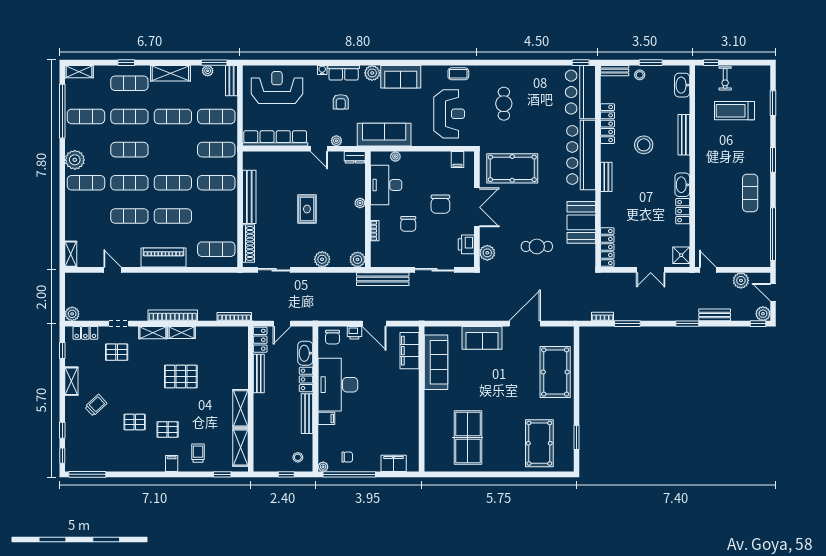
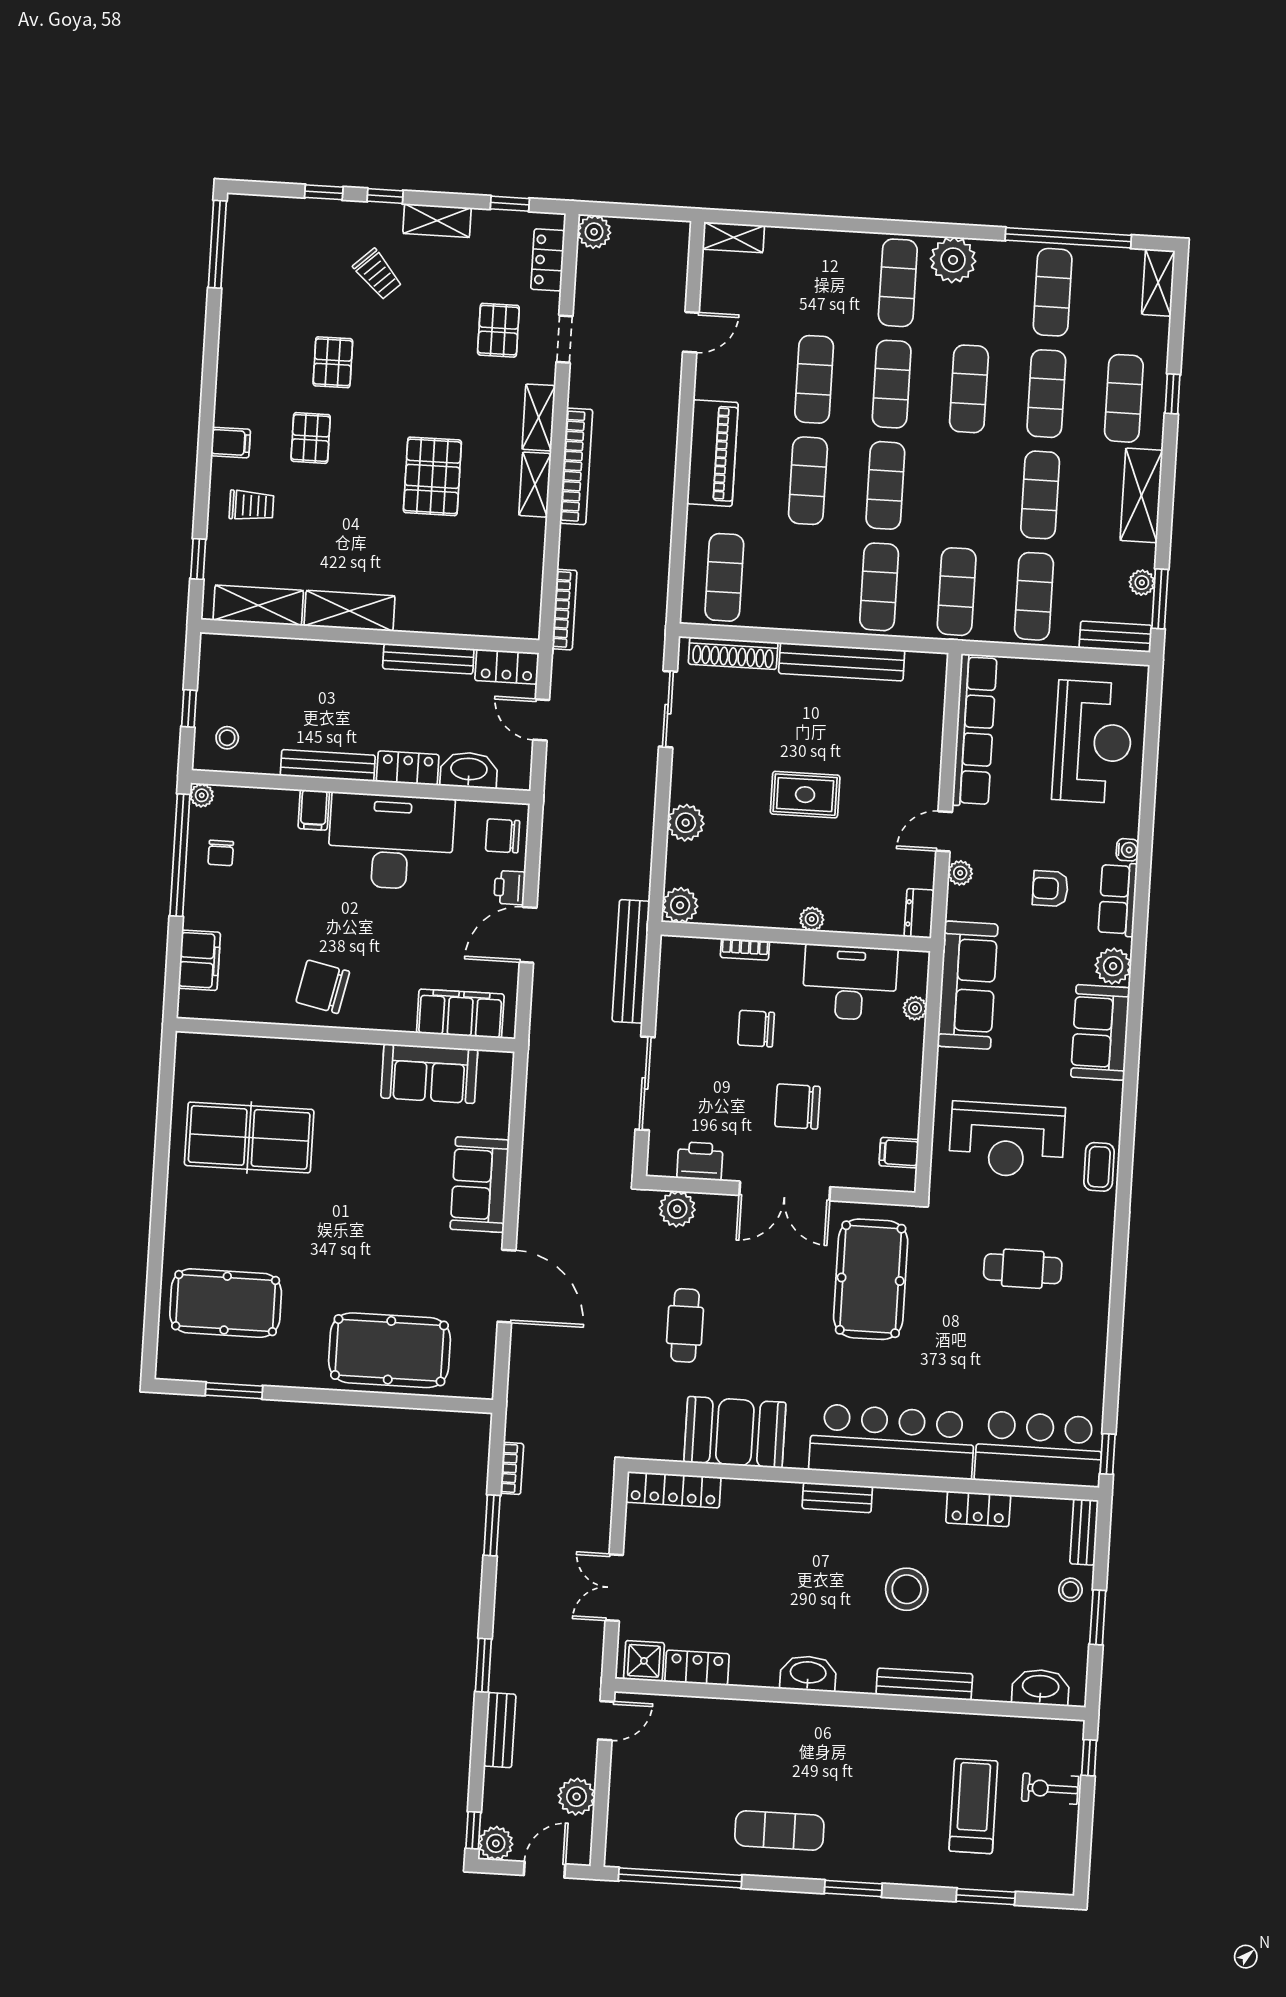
locker: (608, 124) -> (978, 1509), width x0.66
locker: (683, 211) -> (697, 1668), moved
sofa: (436, 362) -> (429, 1074), width x0.73
chair: (402, 410) -> (323, 987), added
window: (62, 456) -> (385, 196), moved

